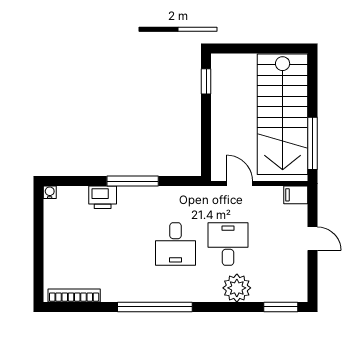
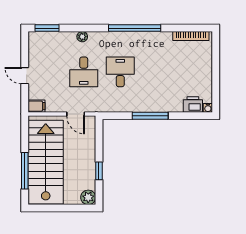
plant: (222, 64) -> (88, 197), added
window: (206, 81) -> (99, 171), moved
window: (313, 143) -> (25, 171), moved
printer: (103, 197) -> (193, 104), moved
plant: (237, 288) -> (82, 37), width x0.53, depth x0.53

